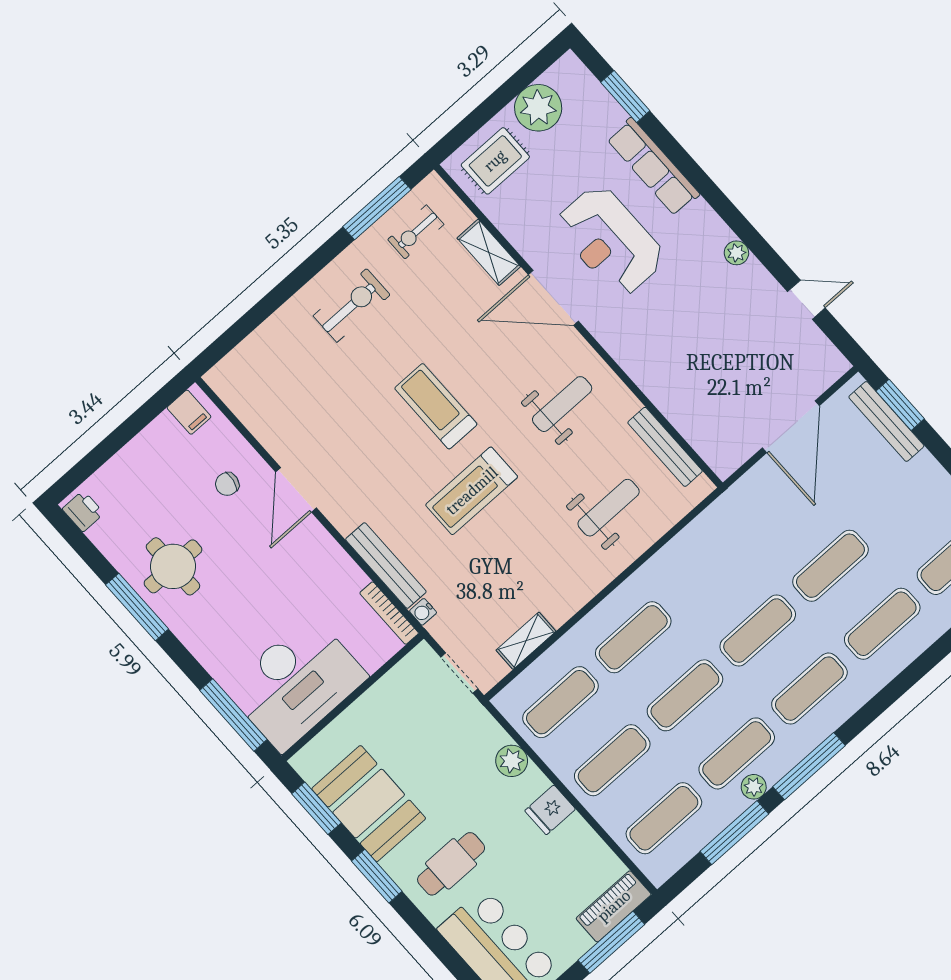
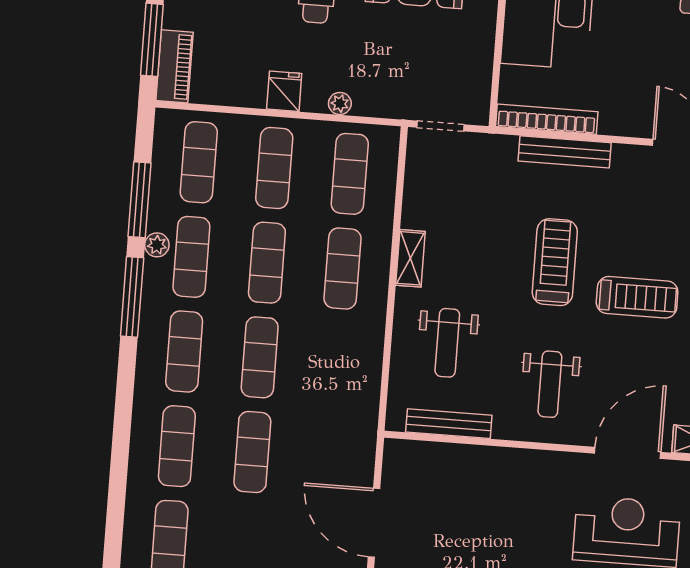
water cooler: (423, 612) -> (507, 144), removed
bookcase: (389, 613) -> (547, 119), width x1.48, depth x1.31
shelving: (526, 641) -> (410, 258), moved
plant: (512, 761) -> (340, 103), width x0.73, depth x0.73

